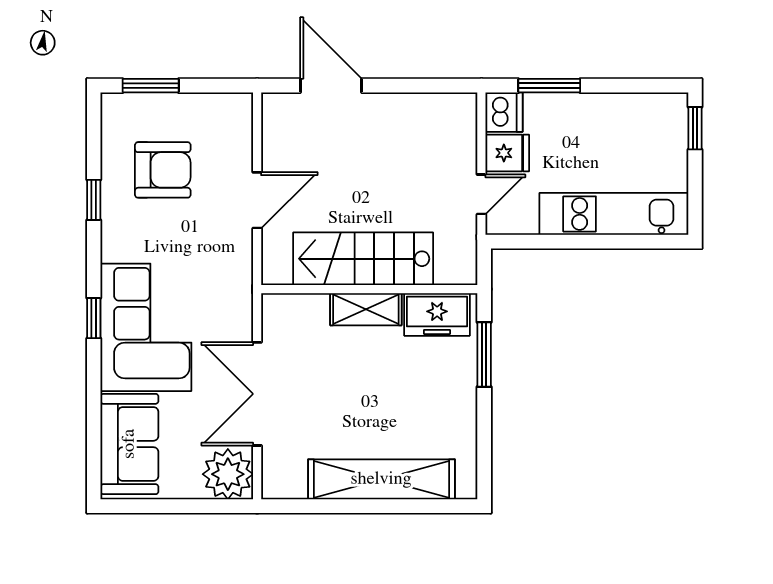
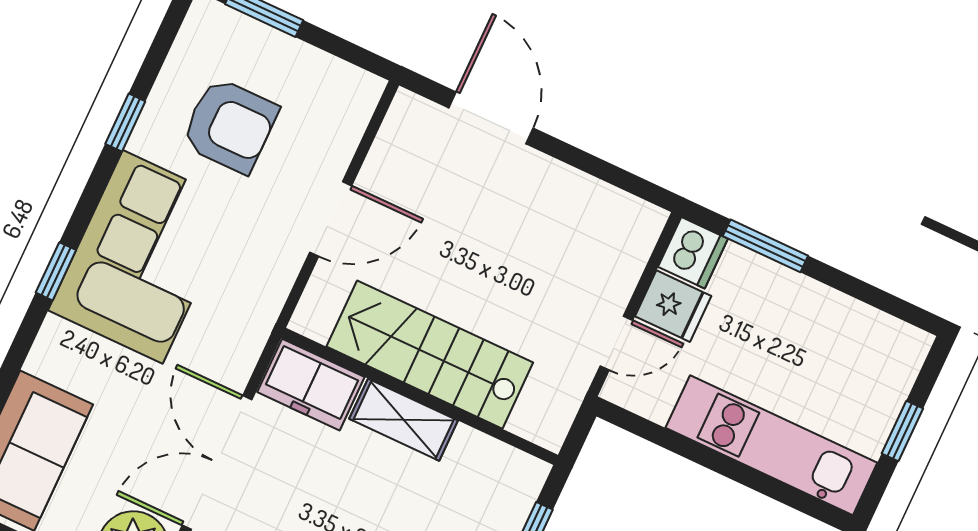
window: (695, 128) -> (902, 431), moved
freezer: (437, 314) -> (311, 385), moved
corner sofa: (146, 327) -> (143, 257), moved

